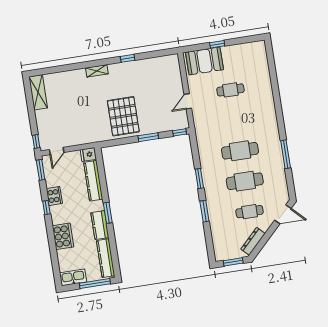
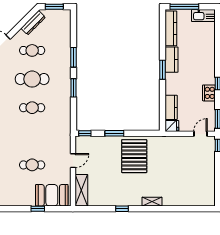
shelving: (38, 92) -> (81, 190), moved
cafe table: (240, 151) -> (32, 108), width x0.73, depth x0.74
kitchen counter: (93, 181) -> (171, 107), width x0.67
cooker: (63, 236) -> (207, 55), removed

